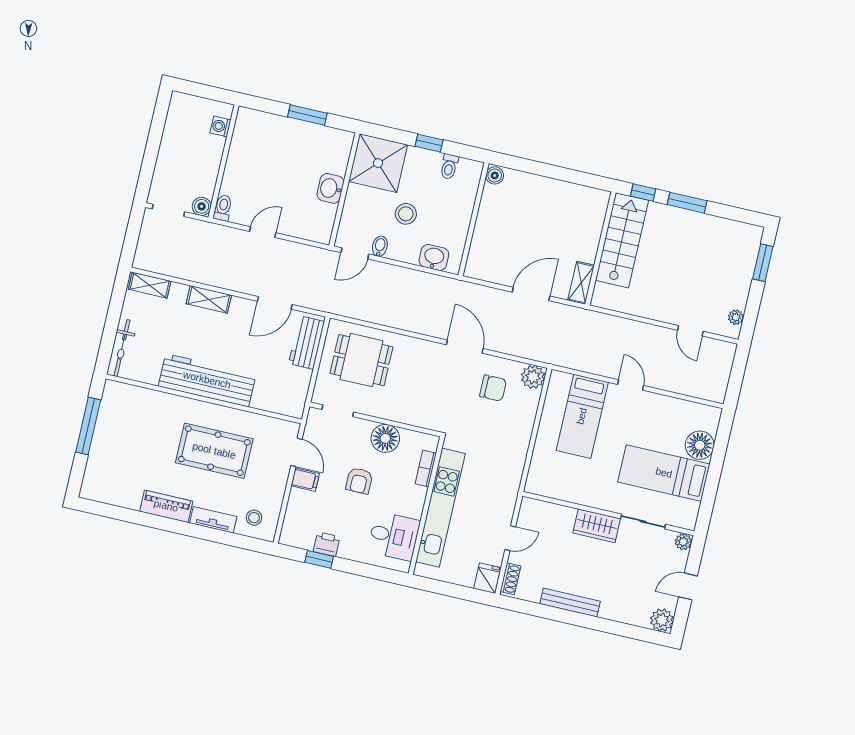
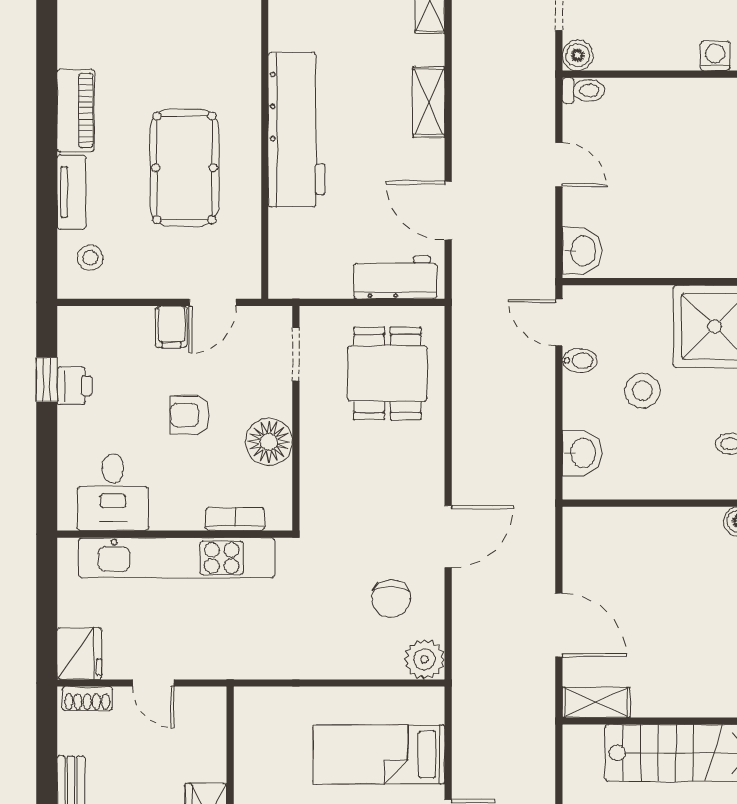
washbasin: (330, 188) -> (582, 251), moved, turned 90
fridge: (487, 578) -> (79, 654), width x1.38

